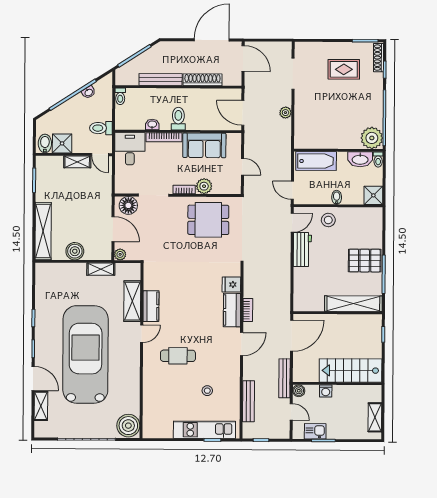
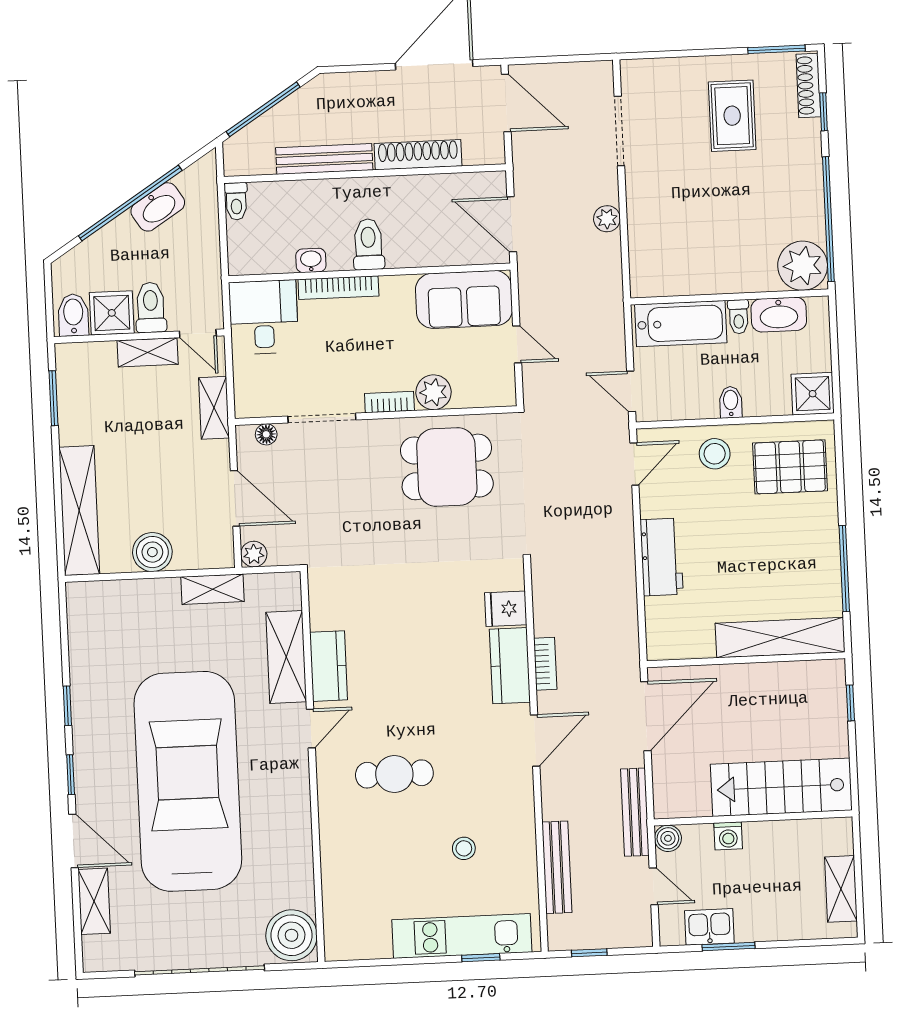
rug: (344, 69) -> (732, 116), turned 90
washbasin: (89, 92) -> (158, 207), width x1.91, depth x1.45
toilet: (101, 128) -> (151, 307), moved, turned 90
sofa: (204, 145) -> (464, 299), moved
toilet: (378, 159) -> (739, 317), moved
shelving: (106, 188) -> (214, 408), added
floor lamp: (128, 205) -> (266, 434), width x0.53, depth x0.53
workbench: (302, 249) -> (662, 557), moved
pallet: (365, 261) -> (790, 467), moved

